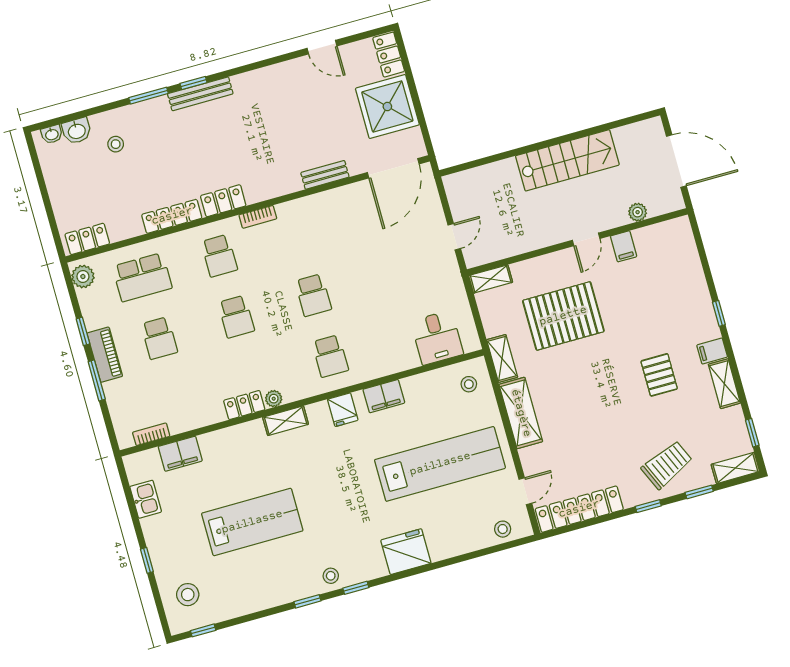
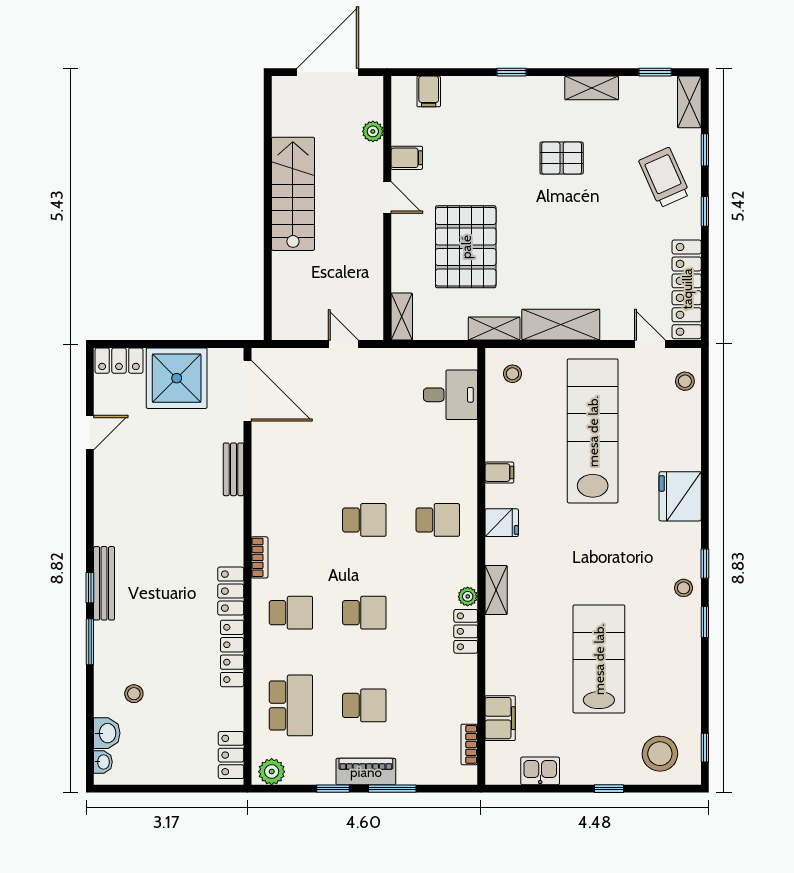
filing cabinet: (712, 351) -> (429, 91), moved
filing cabinet: (384, 396) -> (499, 473), width x0.50
stool: (188, 595) -> (660, 754), width x1.38, depth x1.38

